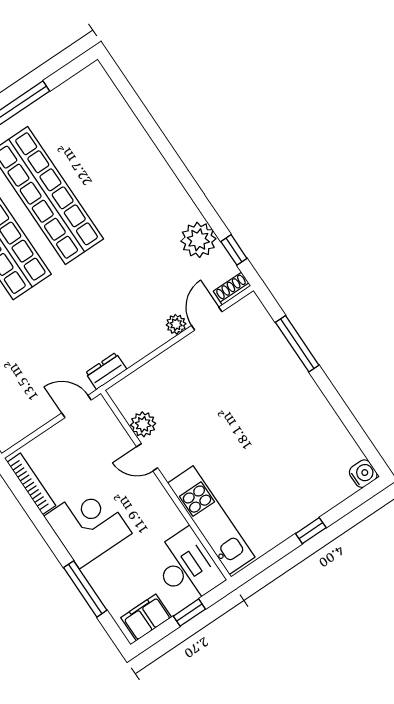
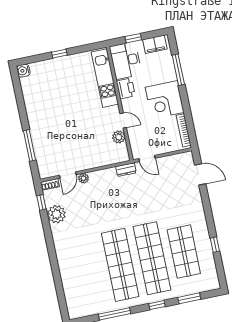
printer: (166, 517) -> (126, 88), added

